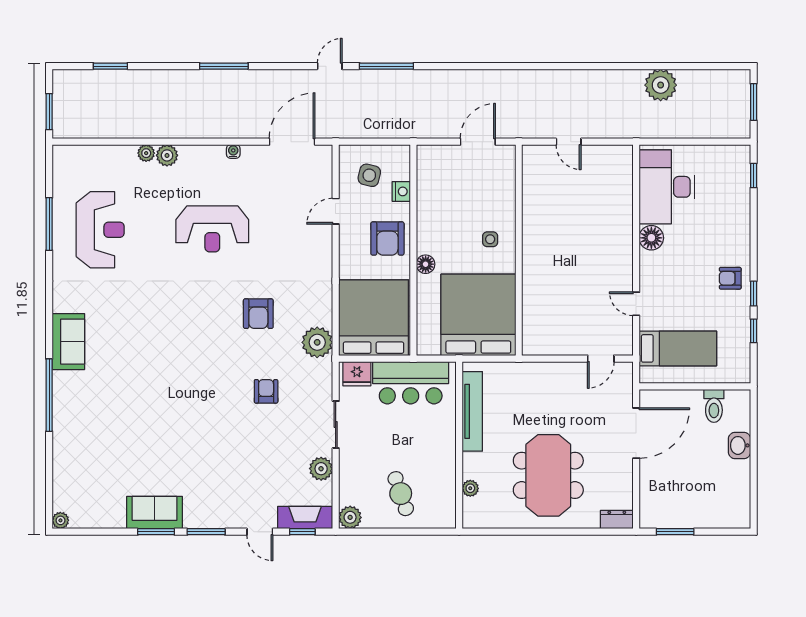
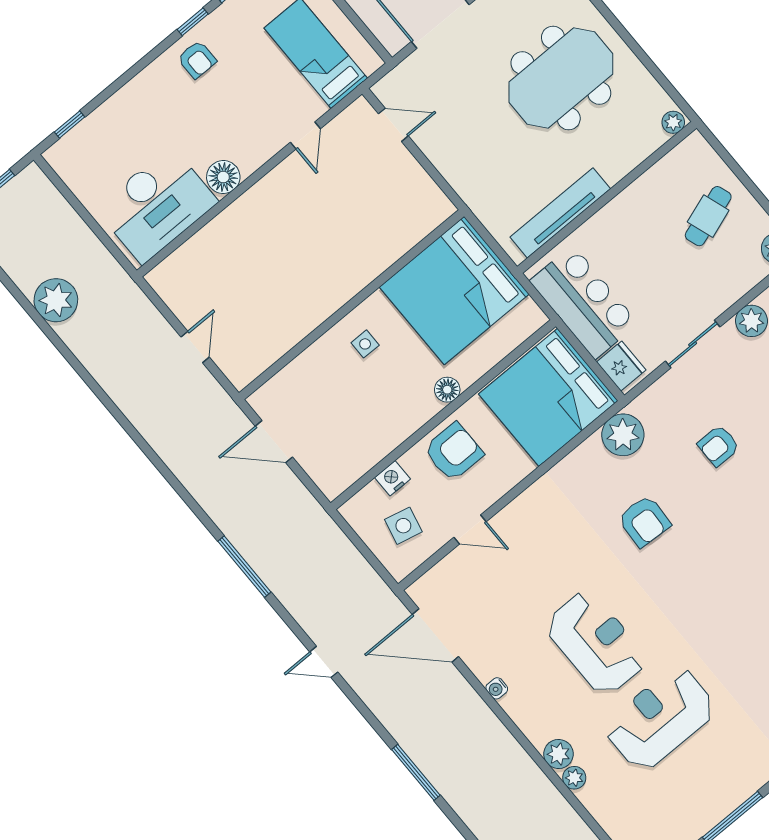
window: (386, 66) -> (244, 567), moved
reception desk: (100, 230) -> (660, 718), moved
armchair: (258, 314) -> (644, 521), turned 93
plant: (470, 488) -> (673, 122), moved

